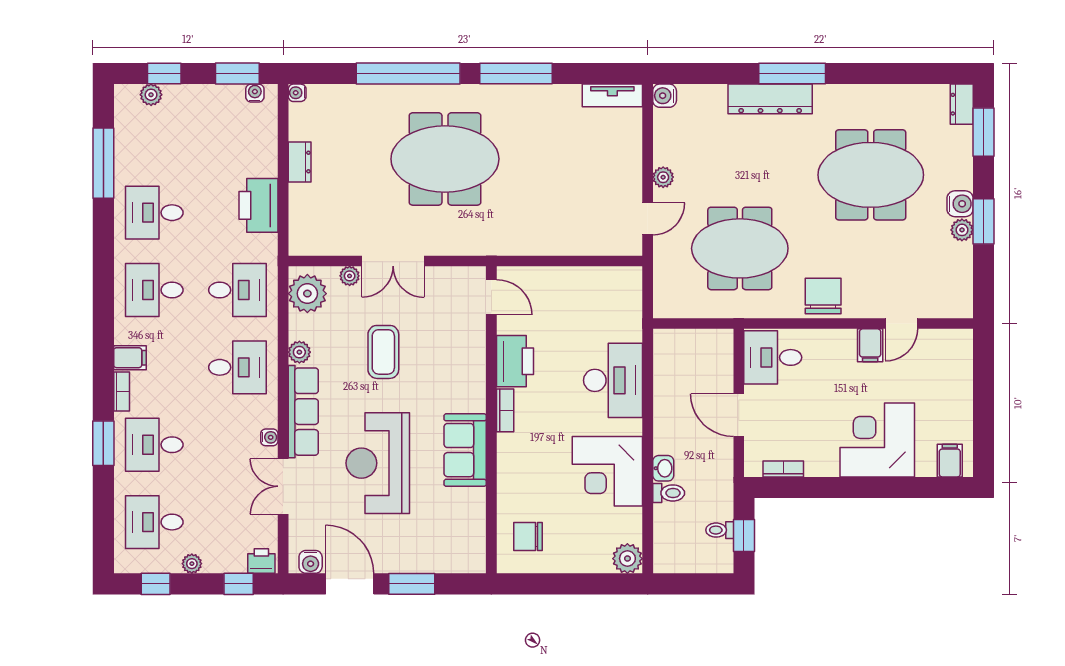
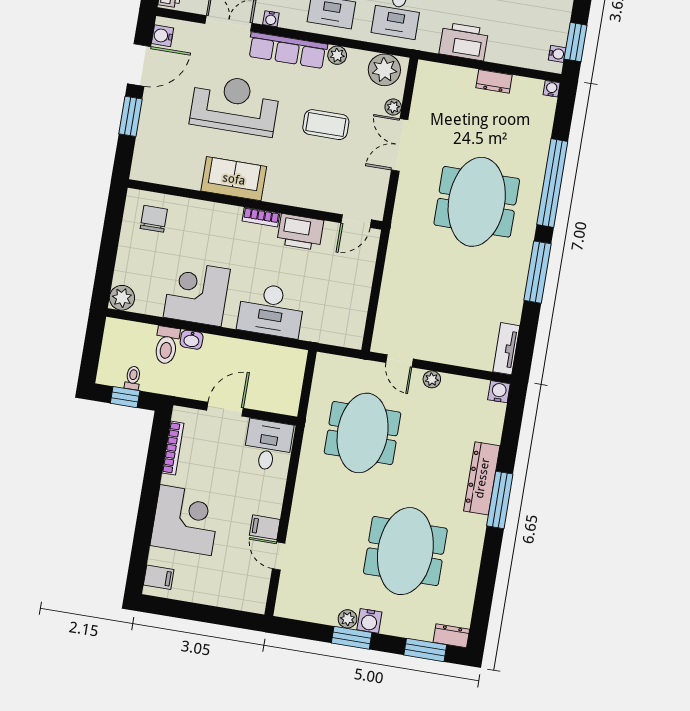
chair: (823, 296) -> (312, 495), removed
bookcase: (783, 469) -> (173, 448), width x1.56
toilet: (669, 493) -> (167, 345), width x1.37, depth x1.39

